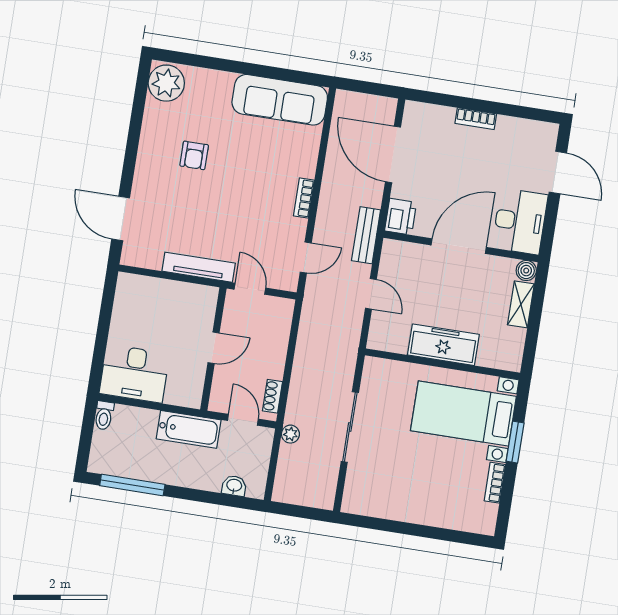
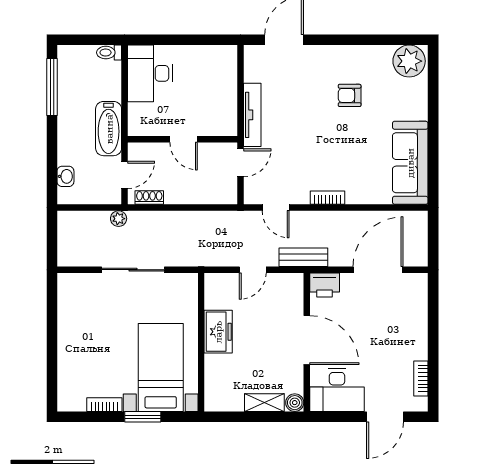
bookcase: (476, 119) -> (421, 378), moved
freezer: (443, 345) -> (218, 332), width x0.71

